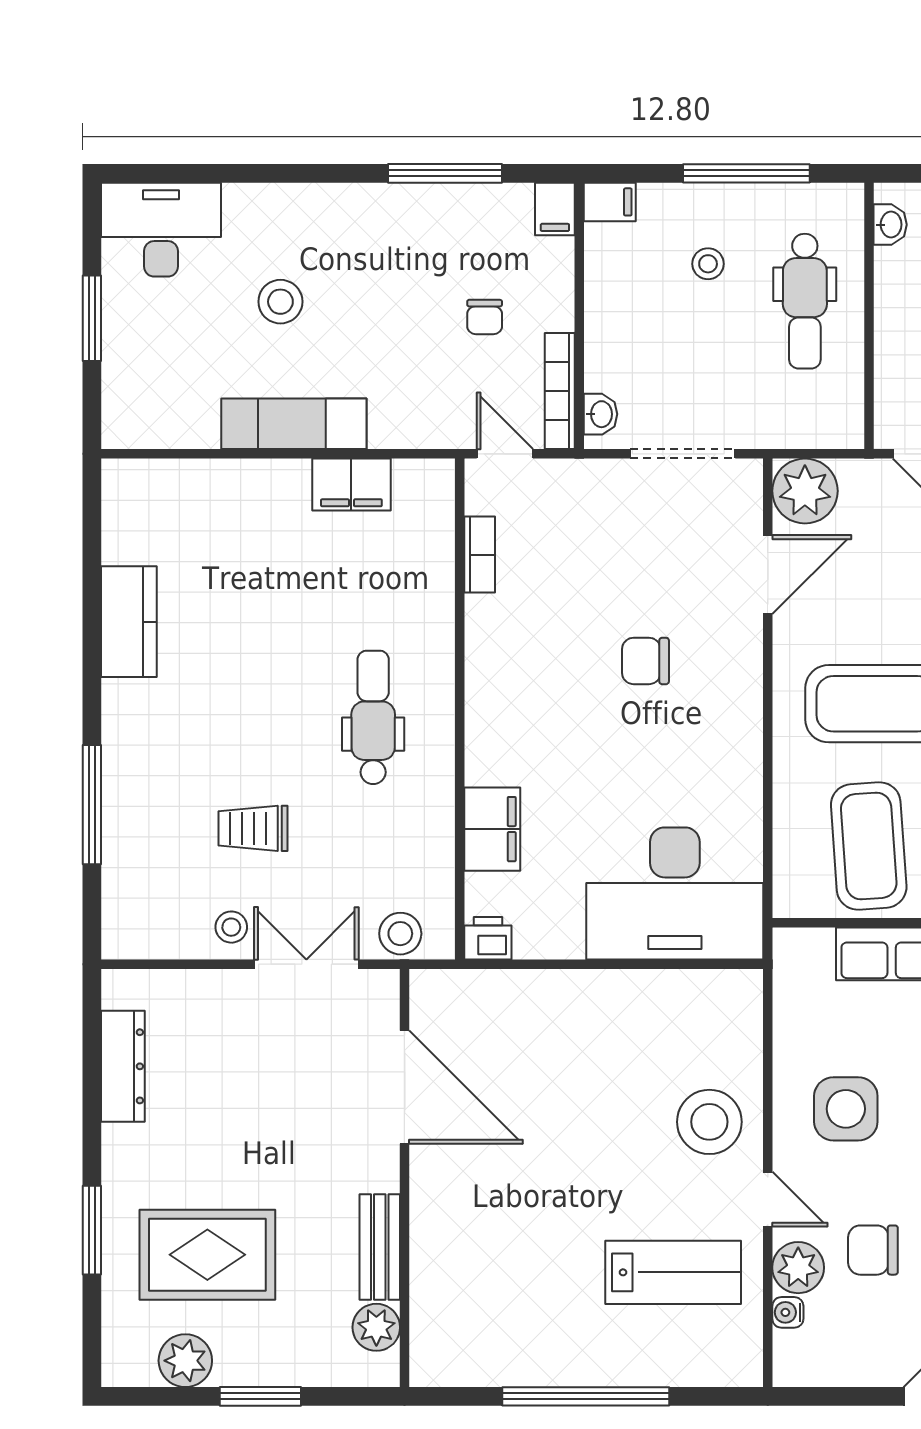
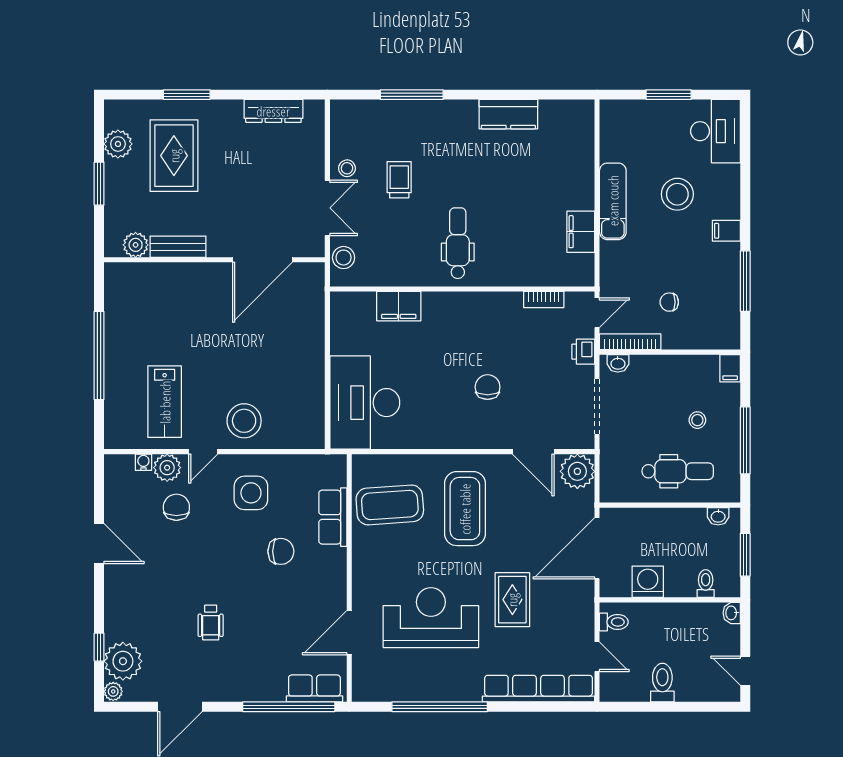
filing cabinet: (555, 209) -> (726, 231), moved
dental chair: (805, 301) -> (678, 471), turned 180
stool: (280, 302) -> (677, 194), width x1.38, depth x1.38
dental chair: (373, 717) -> (458, 243), turned -90
printer: (488, 938) -> (583, 352), moved, turned 180

